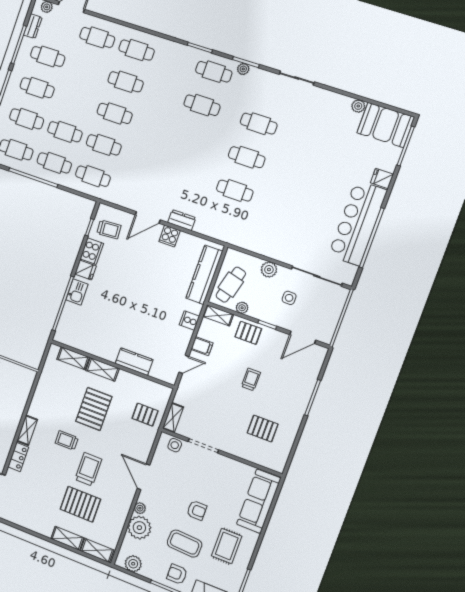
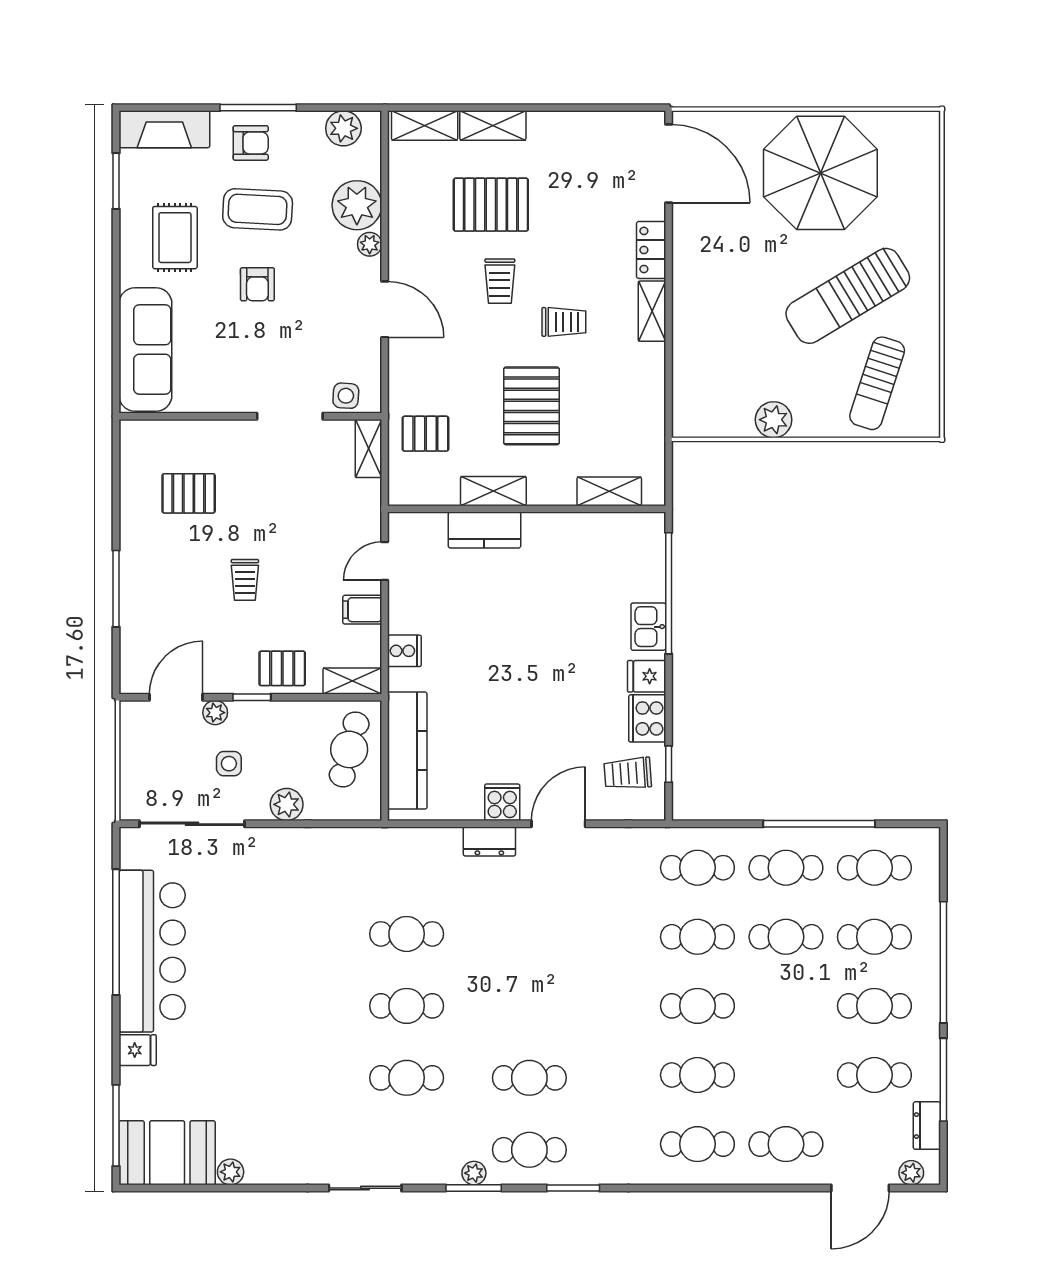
plant: (242, 308) -> (215, 713), moved
shelving: (103, 369) -> (493, 491), moved
trolley: (88, 469) -> (500, 281), width x0.73, depth x0.72
armchair: (197, 510) -> (257, 284), turned -90

